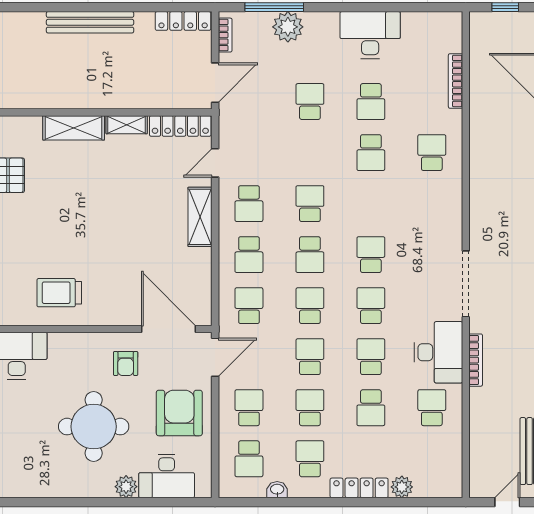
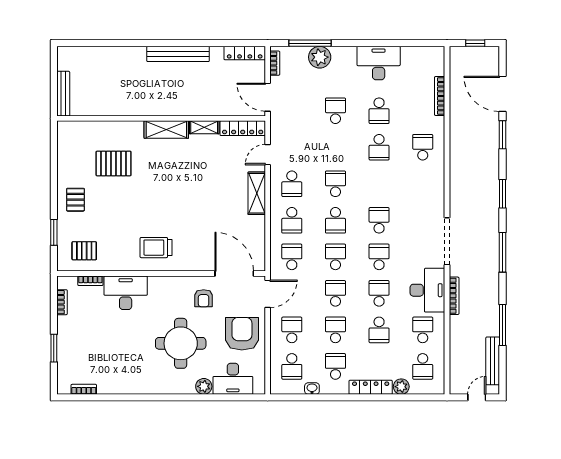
door: (215, 83) -> (268, 97), swing flipped
school desk: (432, 459) -> (423, 366), added

